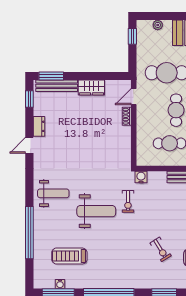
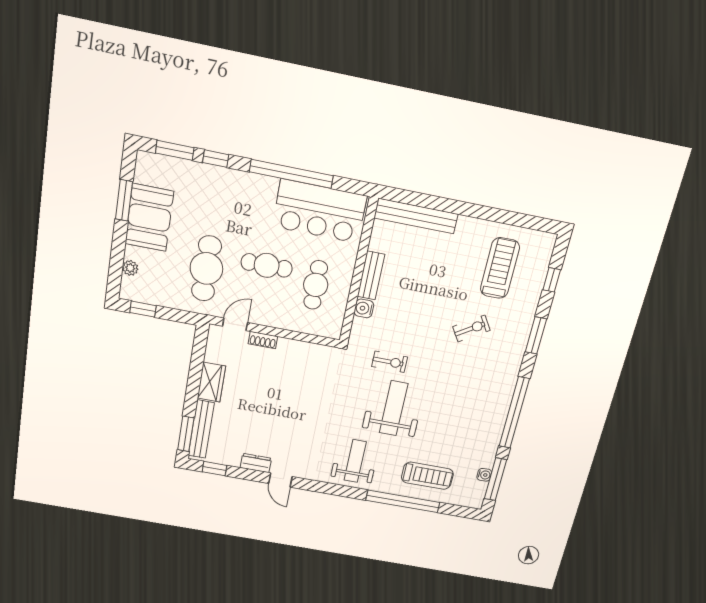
door: (134, 97) -> (235, 324), swing flipped
water cooler: (141, 177) -> (364, 308), moved
treadmill: (69, 256) -> (427, 476), moved, turned -90

